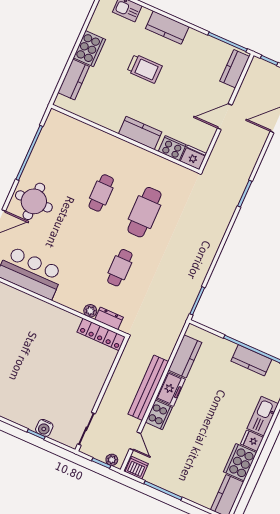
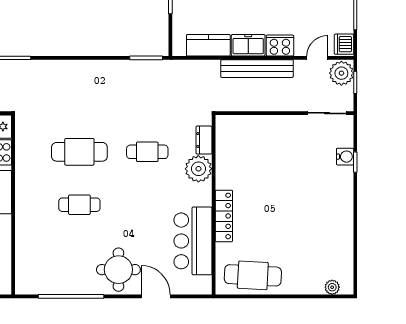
plant: (90, 311) -> (198, 169), width x1.88, depth x1.88
locker: (101, 334) -> (224, 216), moved
plant: (112, 460) -> (341, 73), width x1.88, depth x1.88

